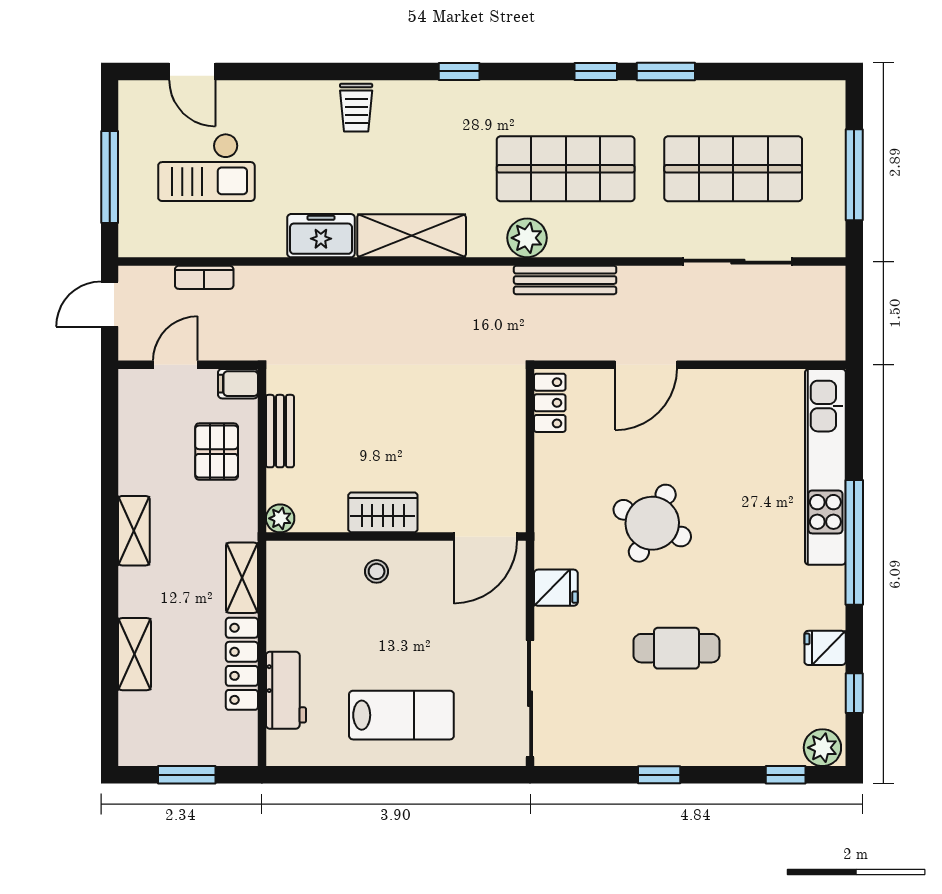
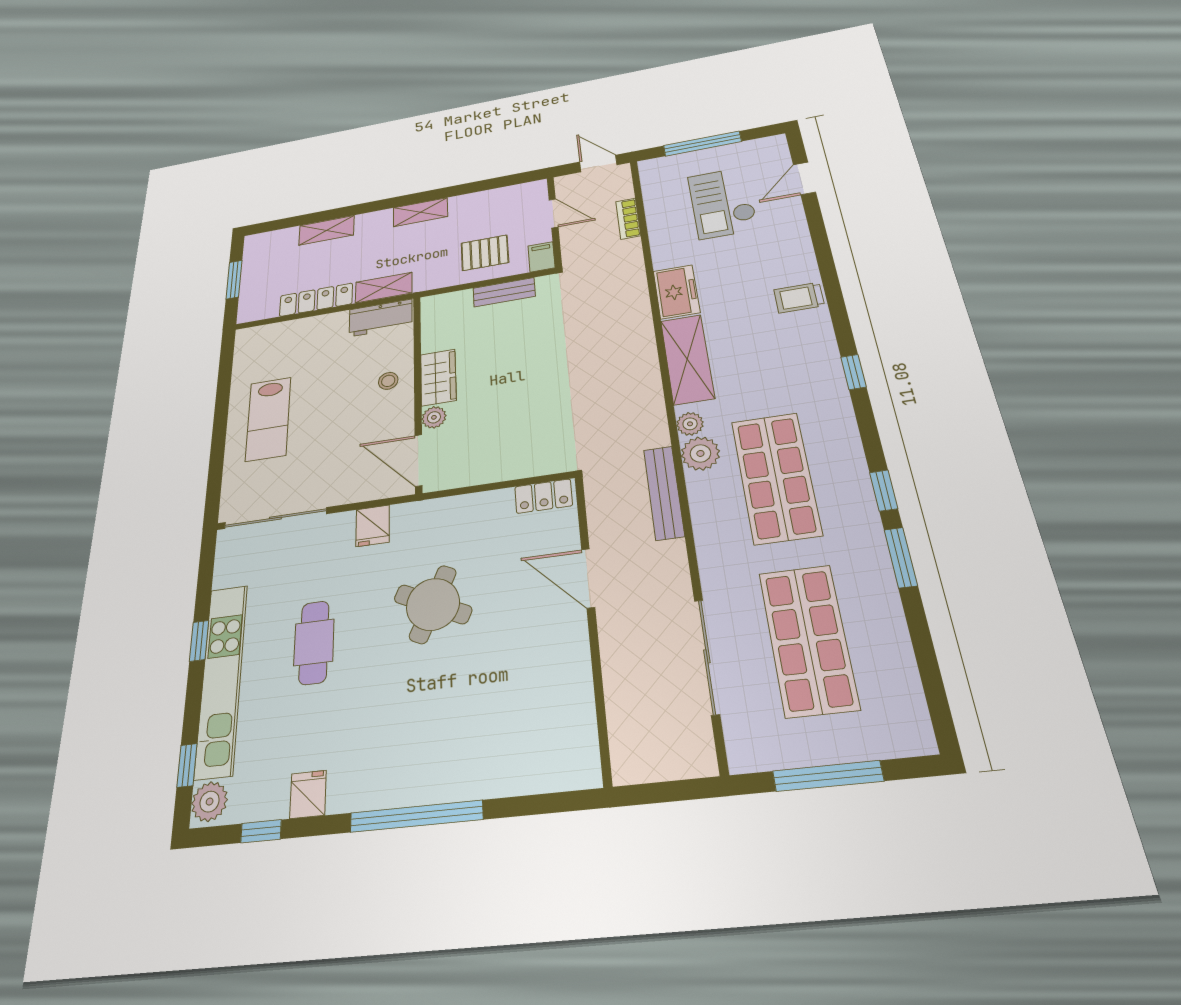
plant: (491, 244) -> (690, 424), added
kitchen unit: (825, 467) -> (222, 679), moved, turned 90
plant: (280, 518) -> (434, 417), moved
workbench: (286, 690) -> (381, 318), moved

